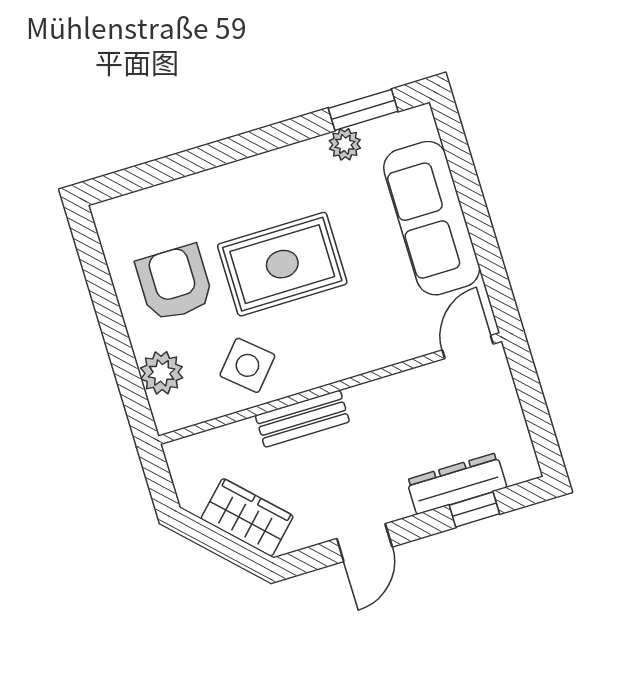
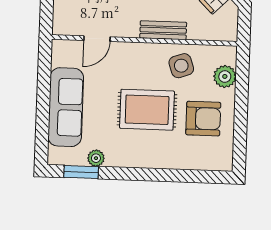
armchair: (175, 283) -> (203, 119), turned -90
door: (468, 347) -> (97, 39), moved
side table: (247, 365) -> (181, 66), turned 30

